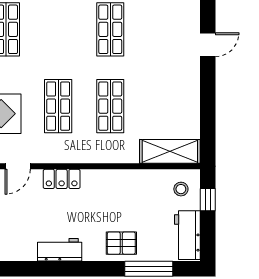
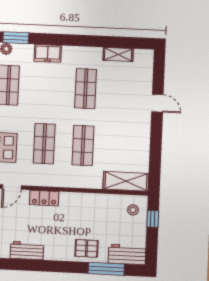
door: (208, 45) -> (157, 103), hinge flipped
workbench: (187, 235) -> (127, 254), moved, turned 90
workbench: (60, 250) -> (27, 251), moved

